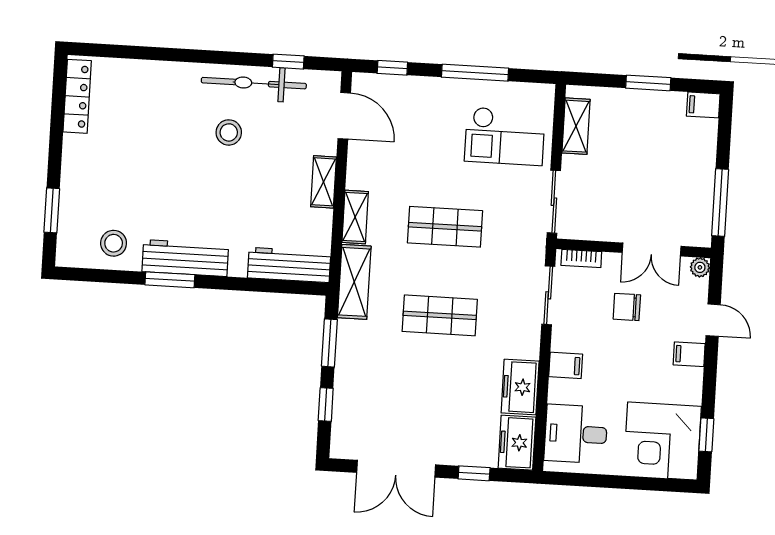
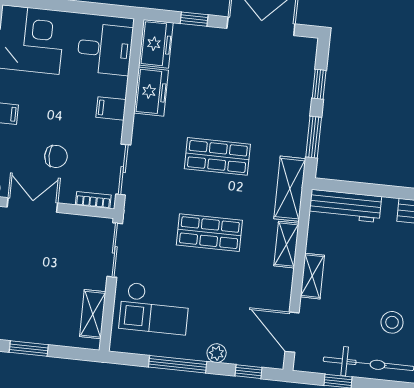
plant: (430, 88) -> (217, 353), added
checkout: (505, 136) -> (154, 308), turned 180

